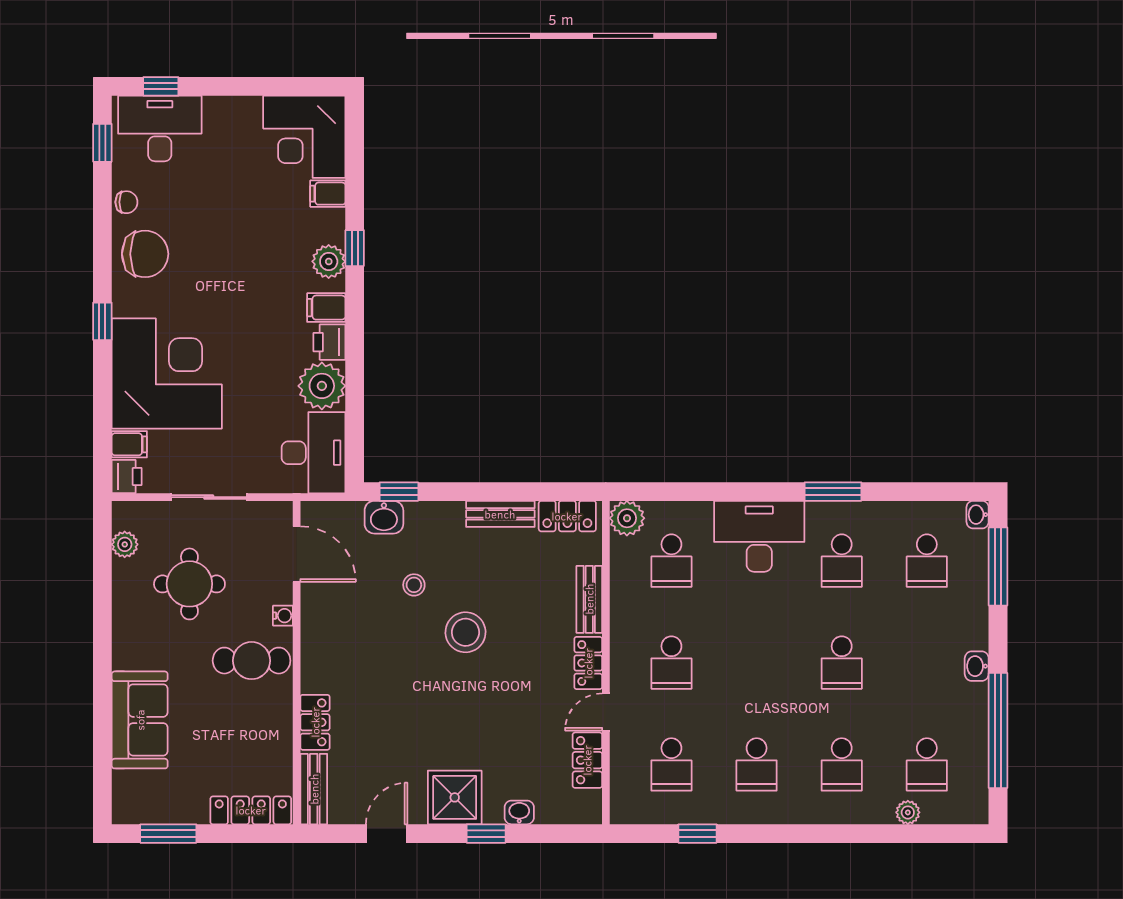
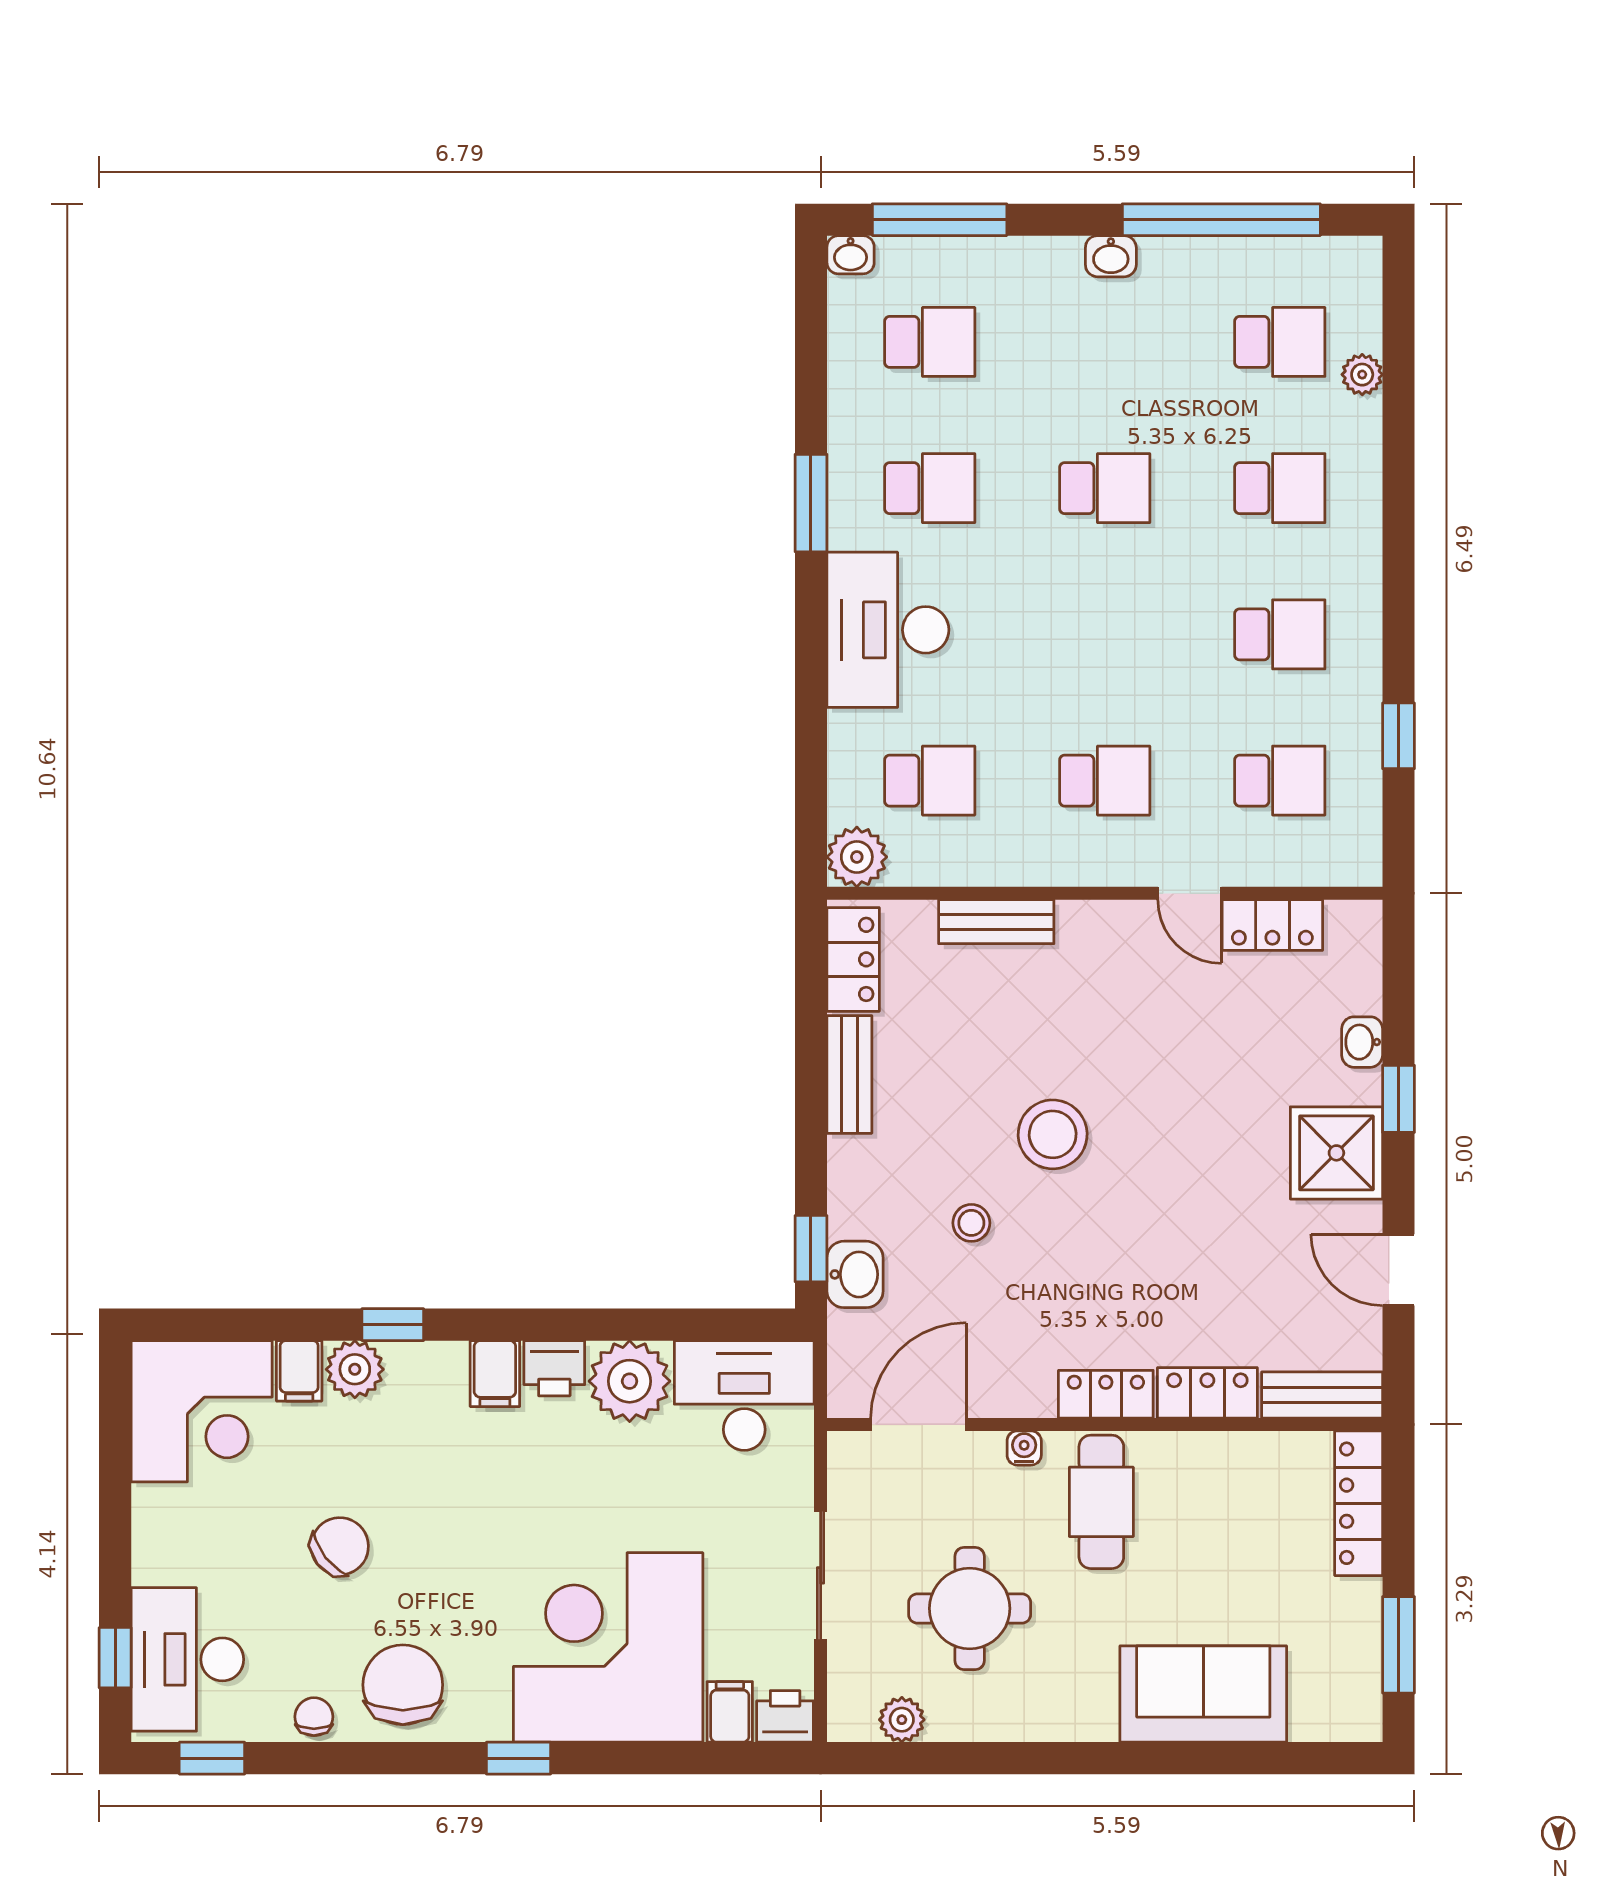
chair: (226, 217) -> (340, 1546), added
plant: (329, 261) -> (355, 1369), moved
locker: (588, 663) -> (1106, 1394), moved, turned 180

